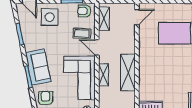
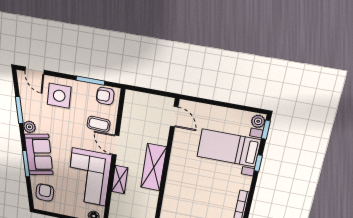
door: (137, 17) -> (174, 117), hinge flipped
shelving: (104, 19) -> (130, 111), removed
plant: (29, 46) -> (30, 127), added
shelving: (128, 72) -> (154, 167), moved

